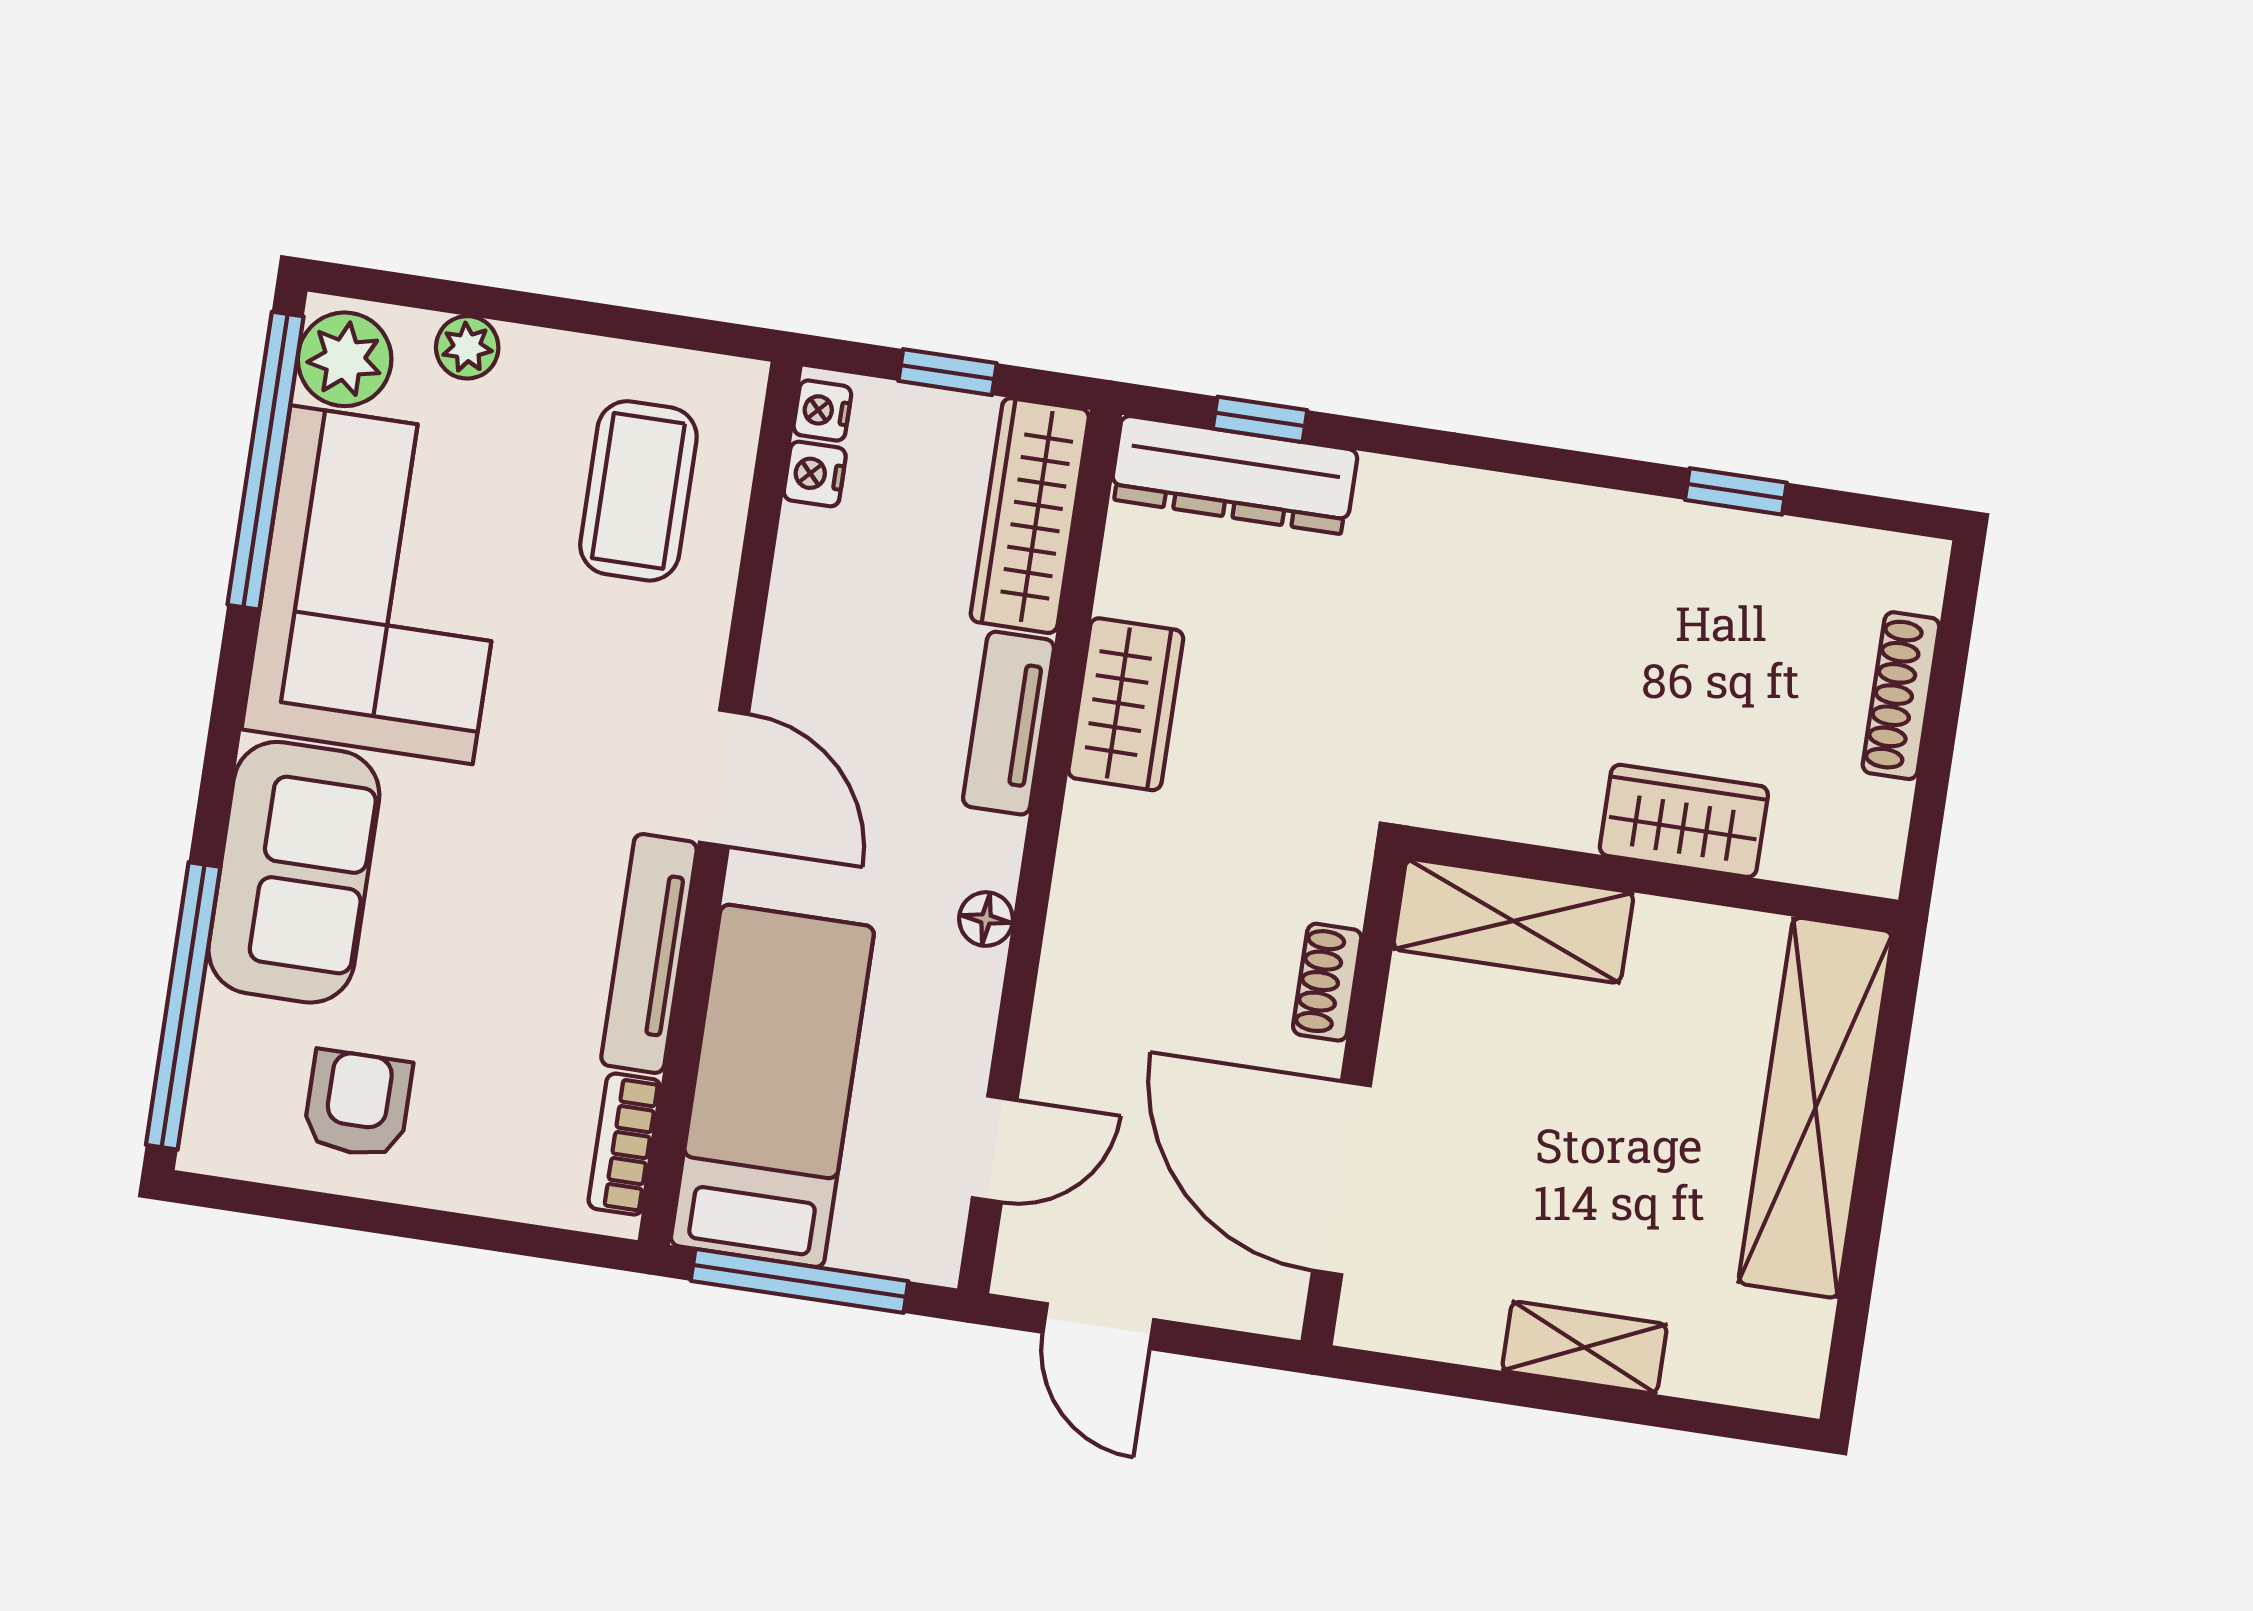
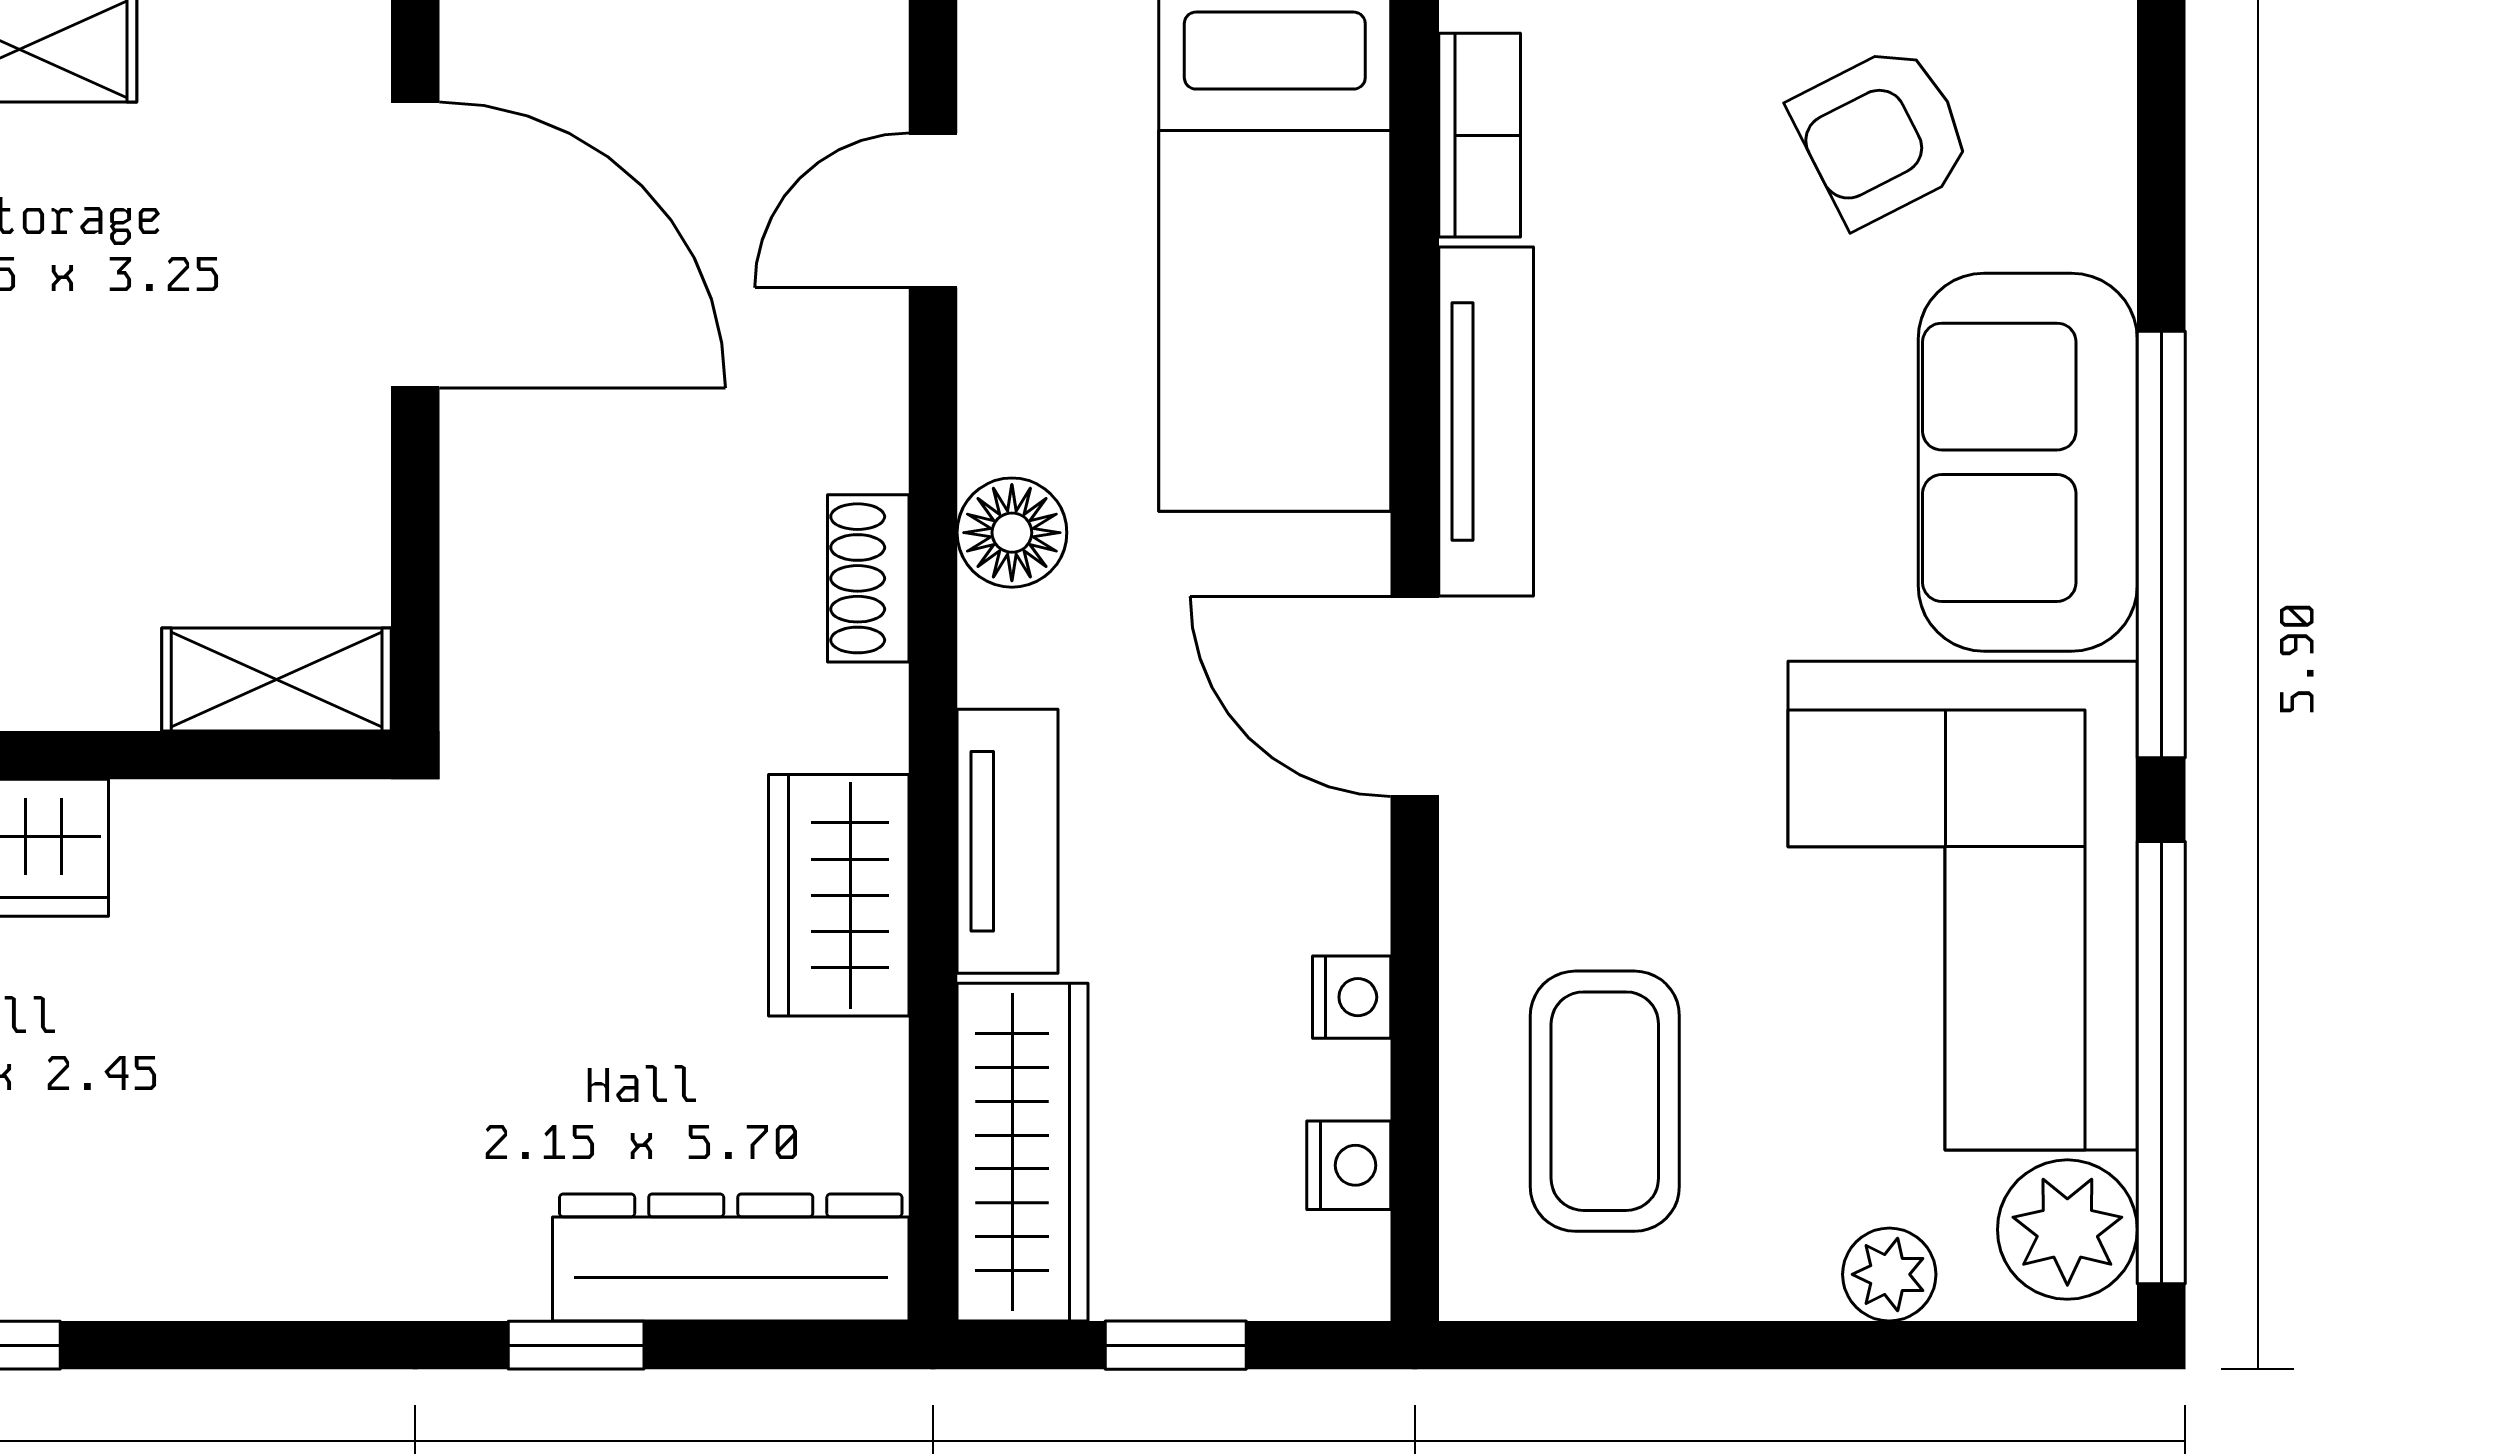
nightstand: (822, 411) -> (1352, 997), moved
window: (1260, 419) -> (576, 1345), moved
floor lamp: (986, 919) -> (1012, 533), width x1.37, depth x1.37
shelving: (1513, 921) -> (277, 679), width x0.67, depth x0.75
shoe rack: (1327, 982) -> (868, 578), moved, turned 180
window: (183, 1006) -> (2161, 545), moved
armchair: (358, 1104) -> (1882, 135), turned 63

